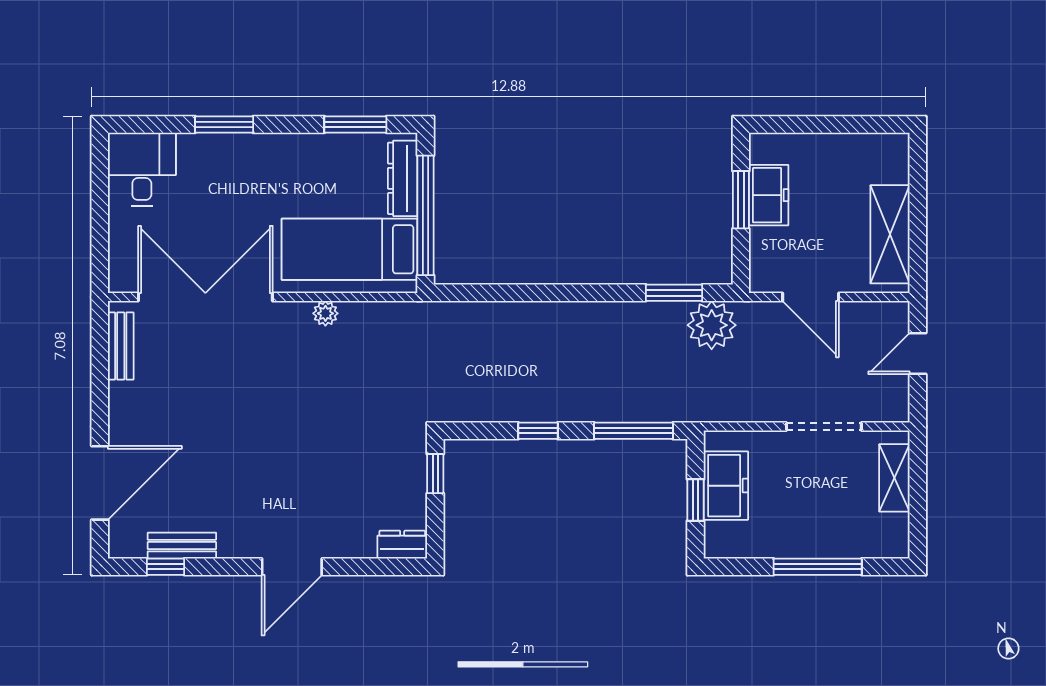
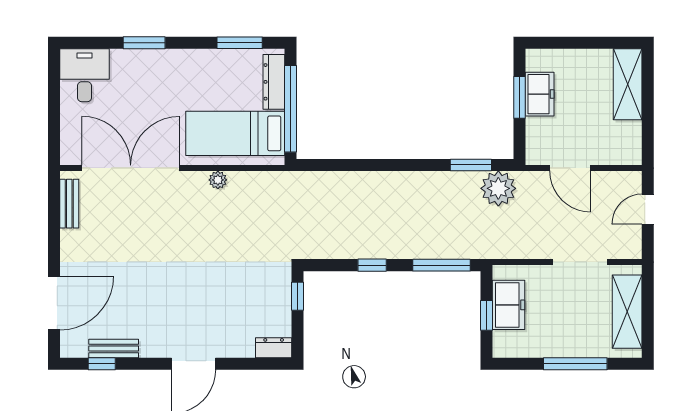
shelving: (890, 234) -> (628, 84), moved
shelving: (894, 478) -> (627, 312), width x1.50, depth x1.33

